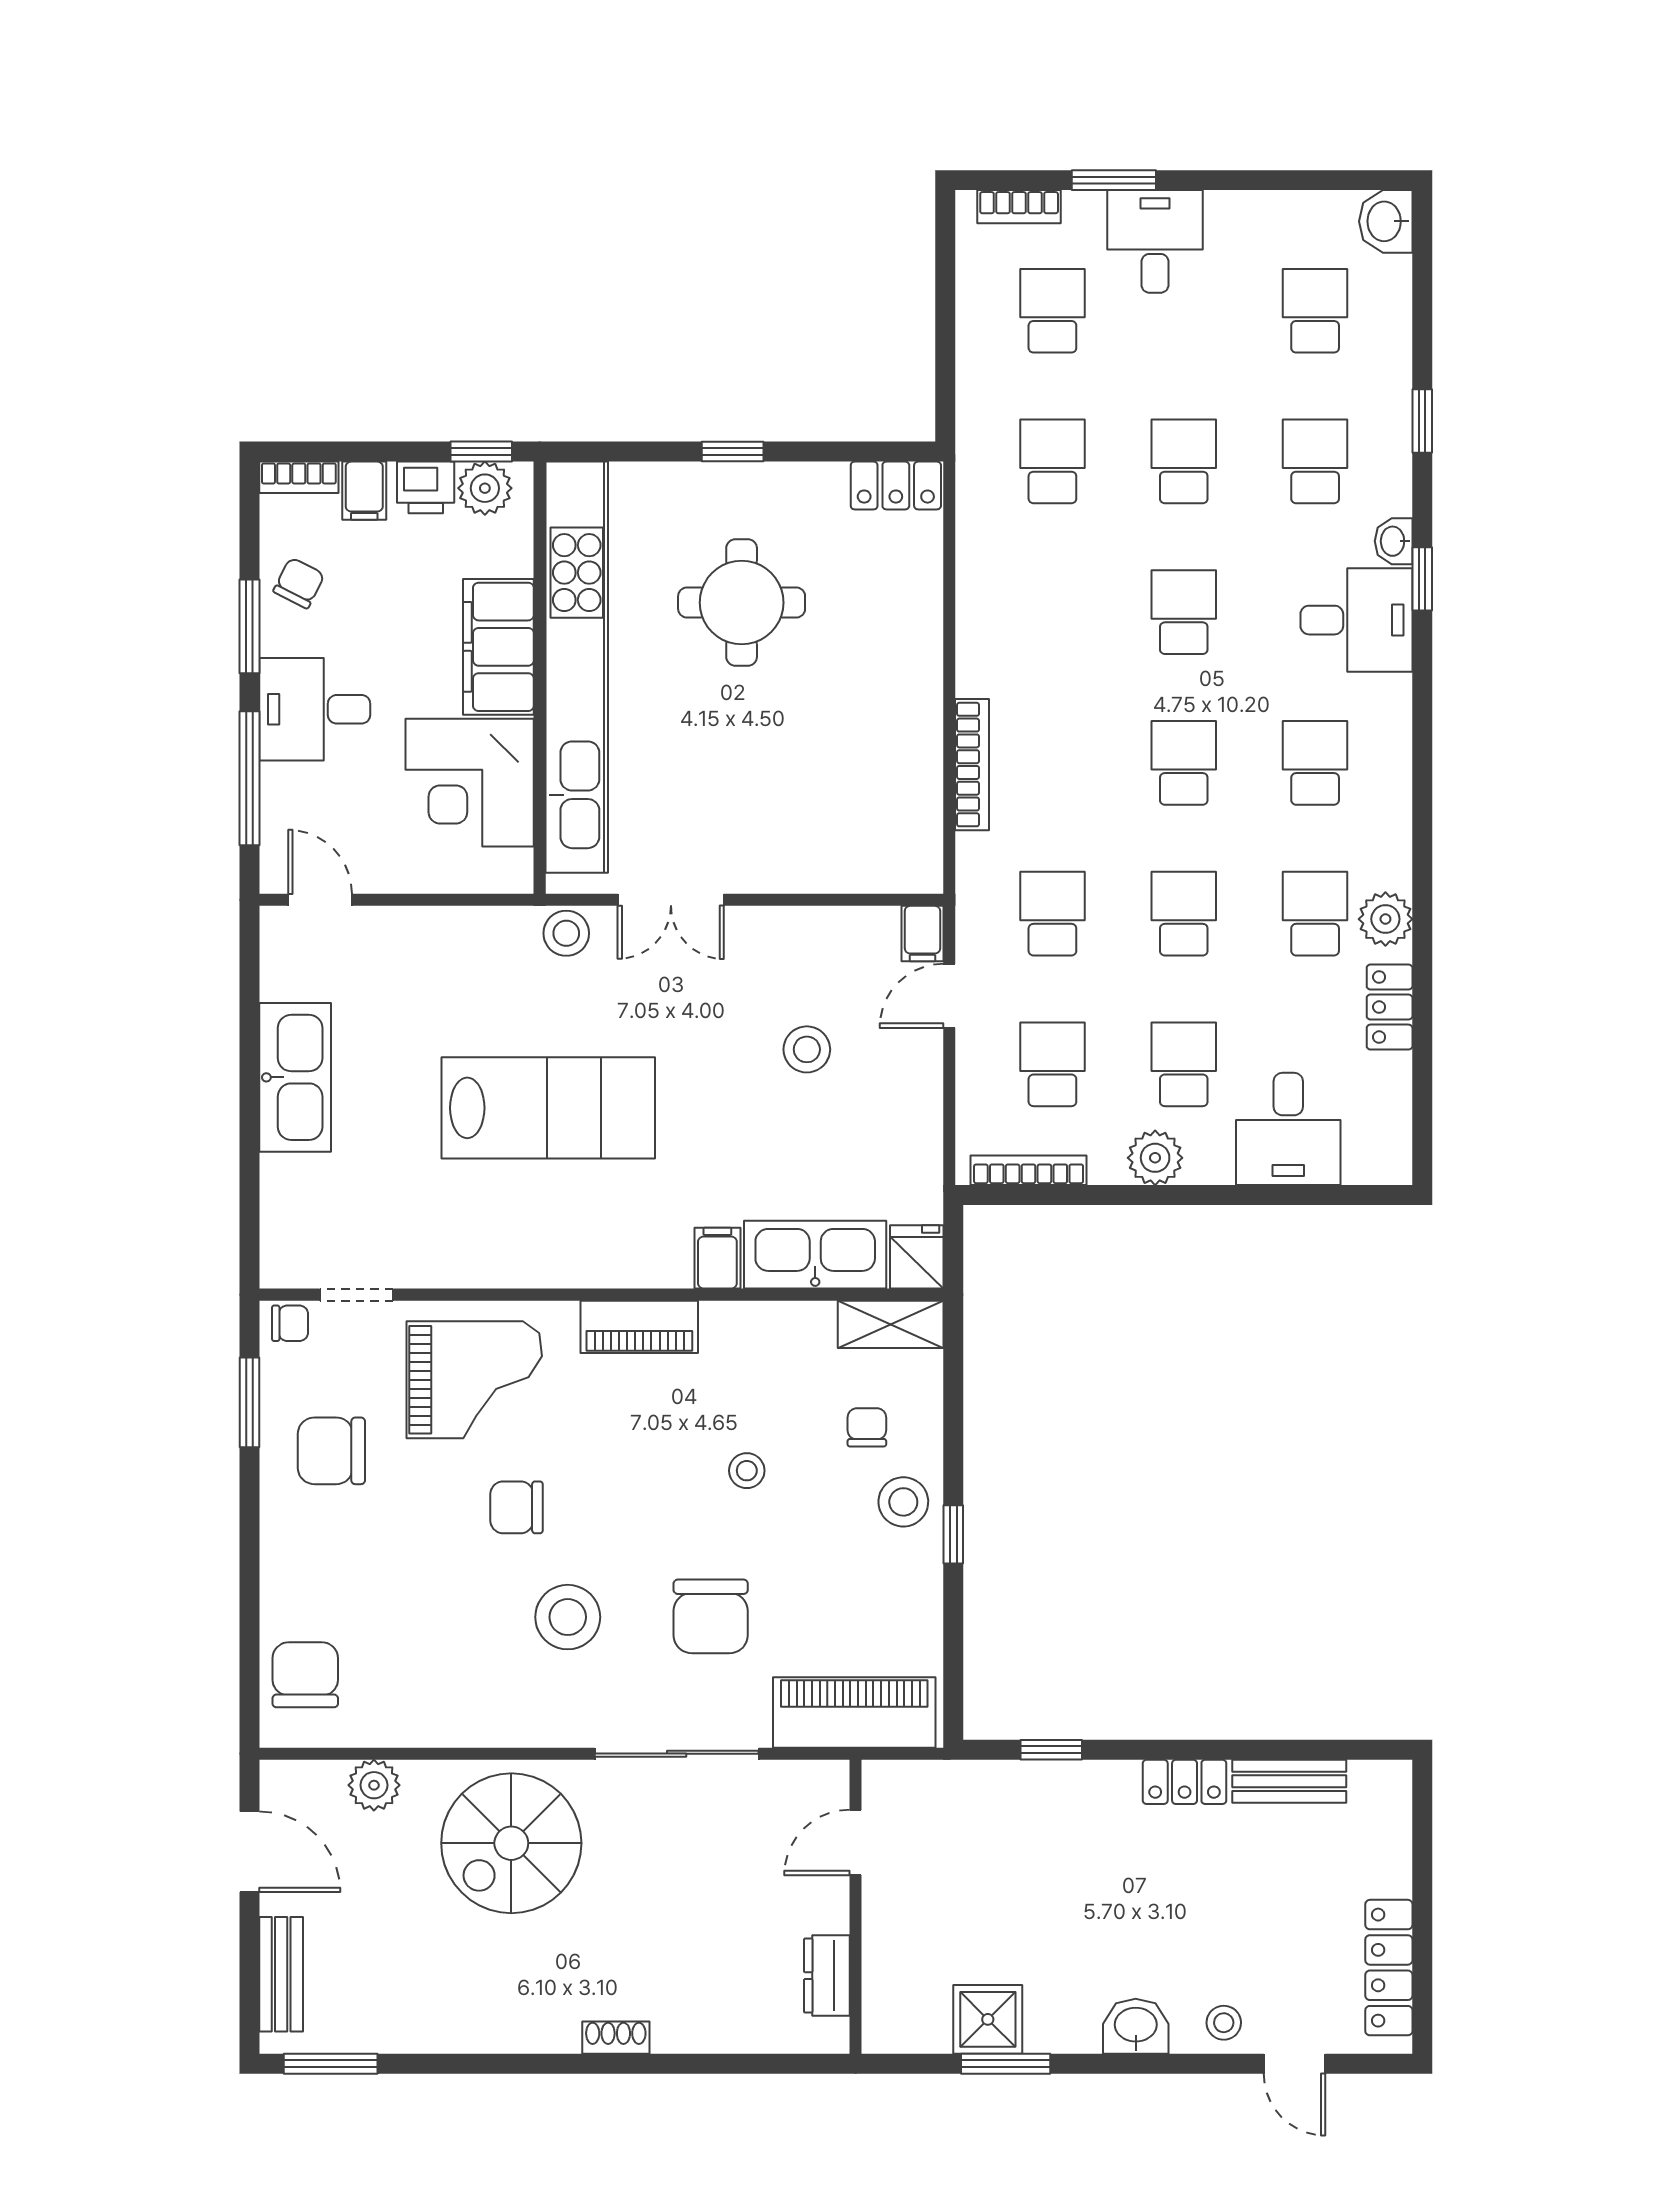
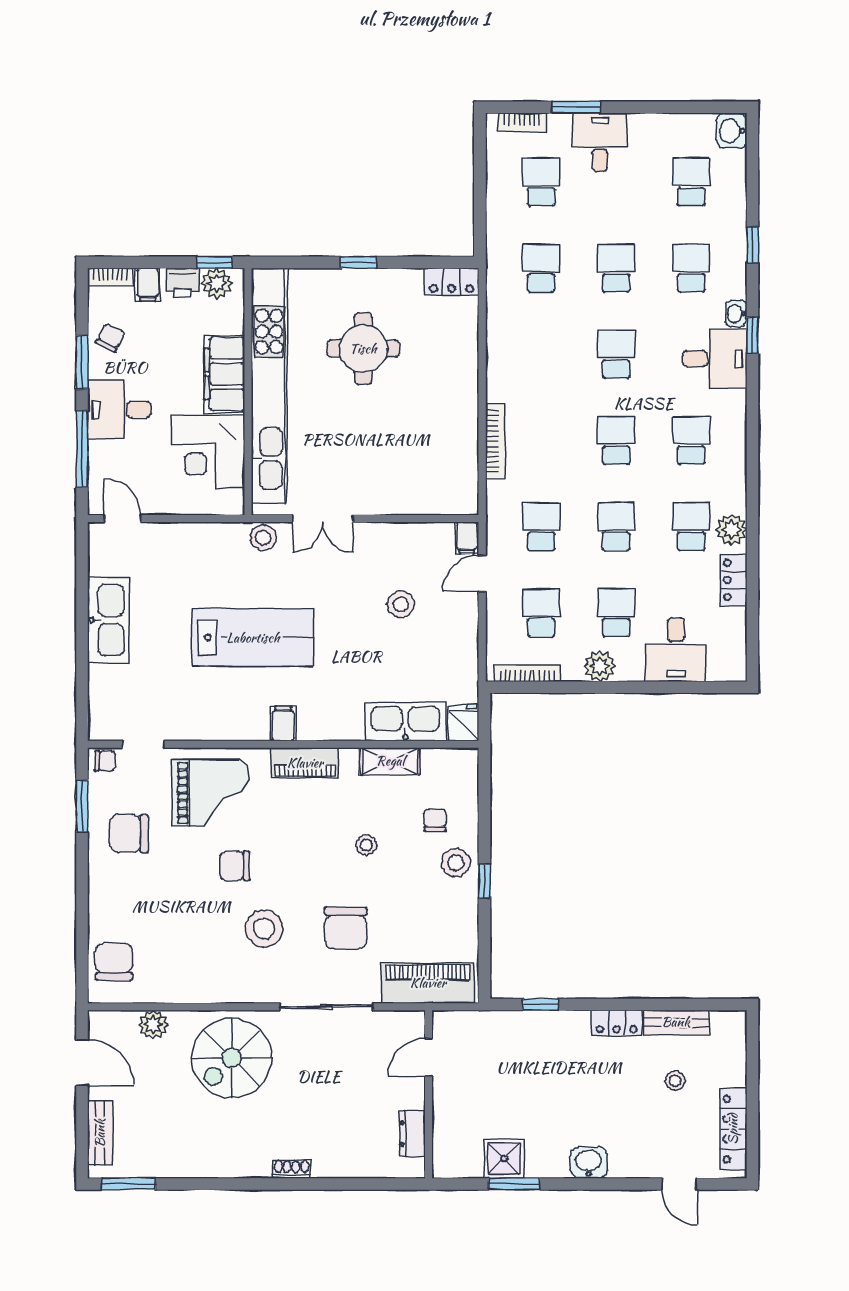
filing cabinet: (717, 1258) -> (283, 723), moved
shelving: (891, 1324) -> (390, 761), moved
stool: (1224, 2023) -> (675, 1081), moved

